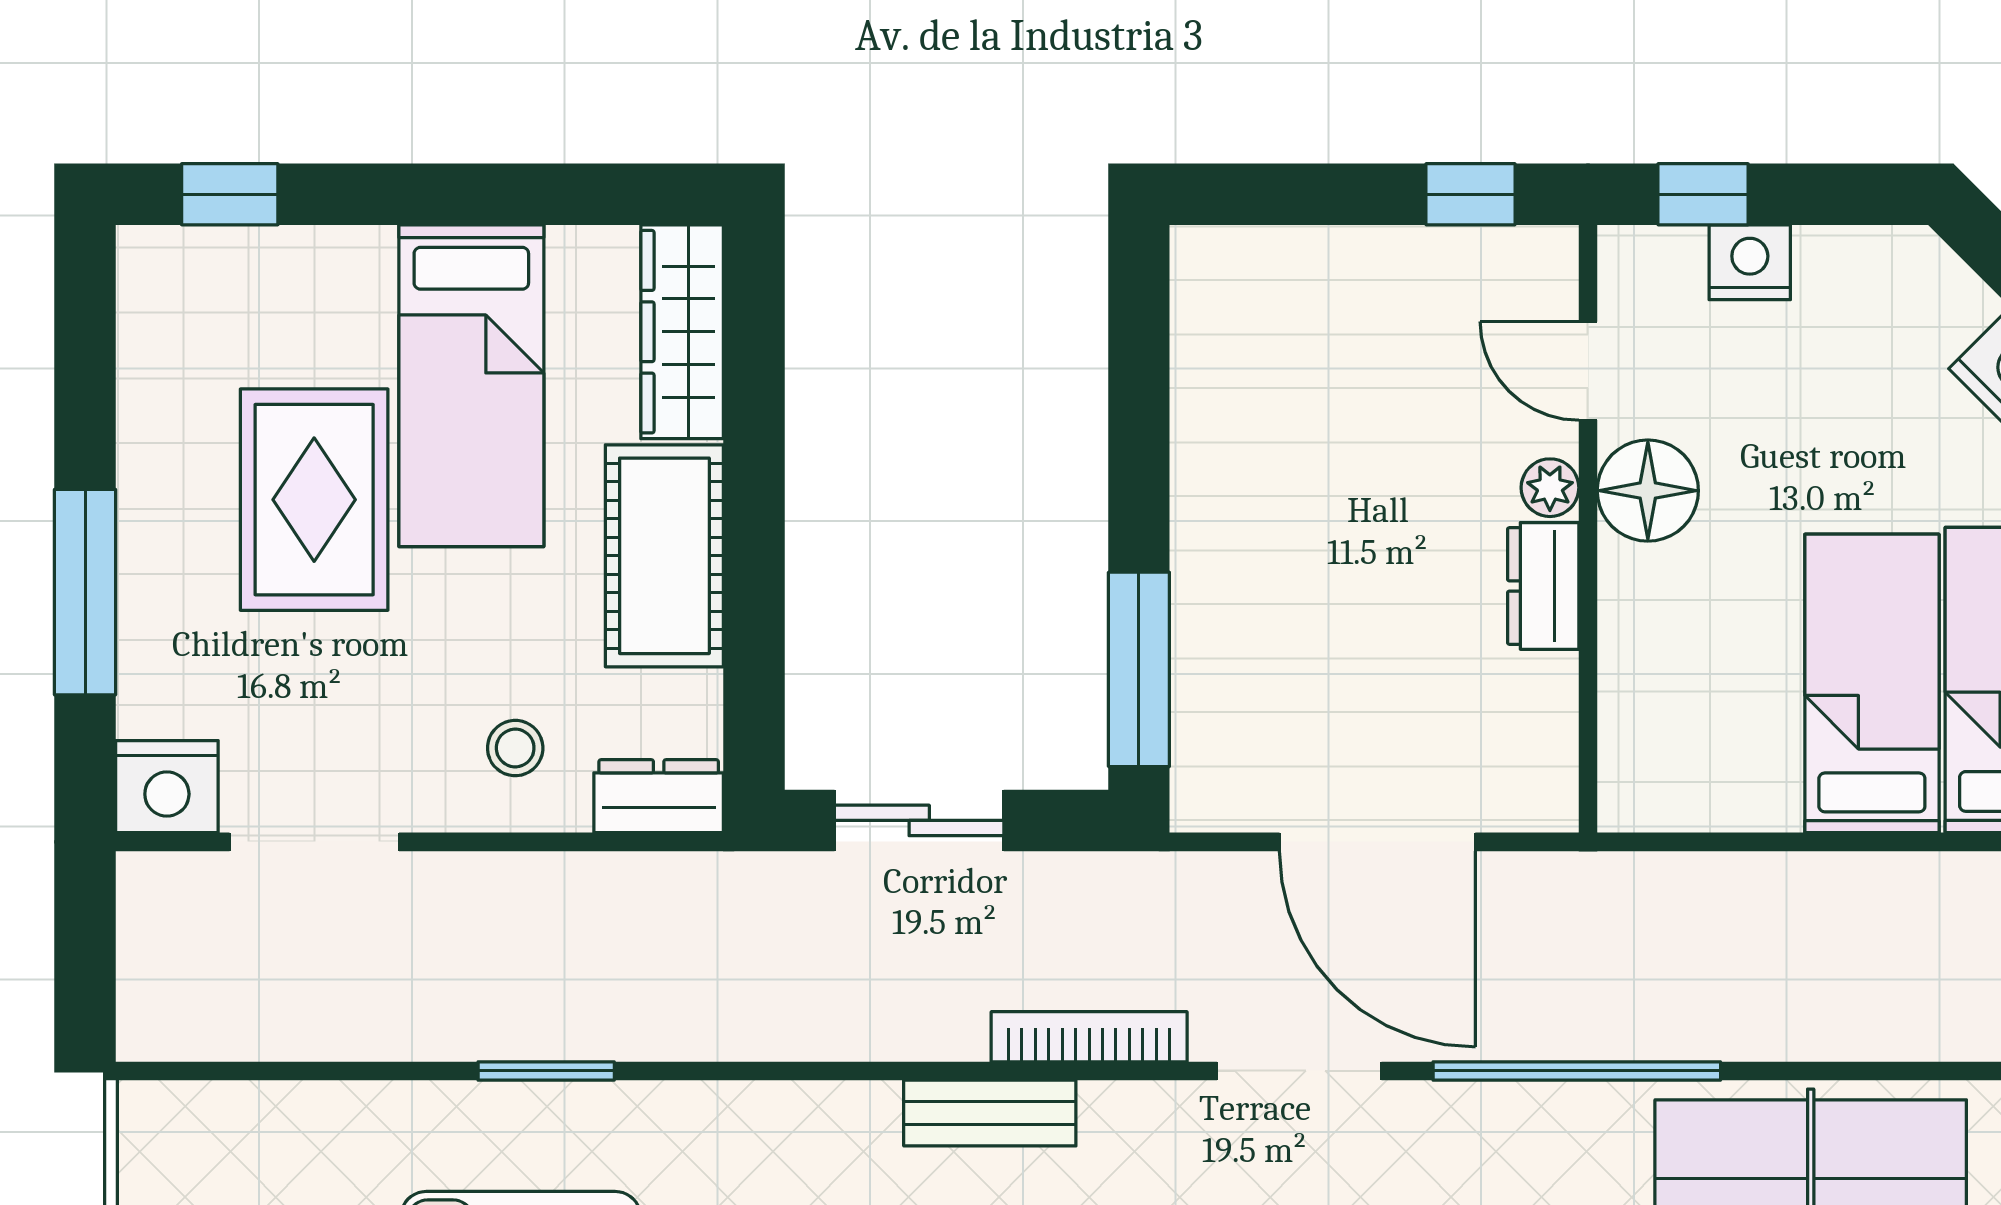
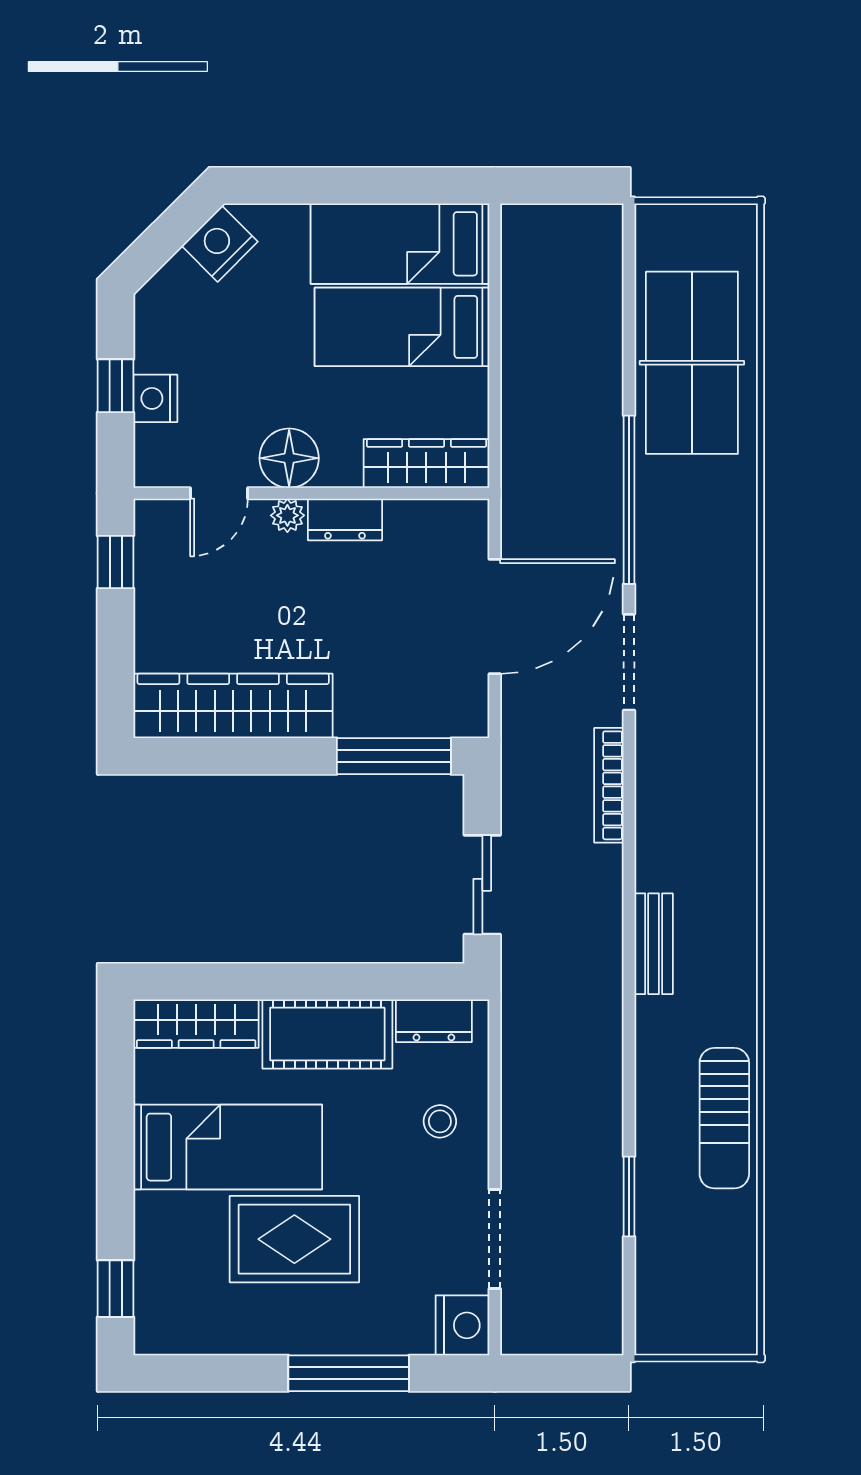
window: (1703, 194) -> (116, 386), moved
wardrobe: (1225, 395) -> (233, 706), added
wardrobe: (1639, 725) -> (426, 463), added
dresser: (659, 796) -> (434, 1021), moved, turned -90
window: (546, 1071) -> (629, 1196), moved
bench: (990, 1113) -> (654, 944), moved

